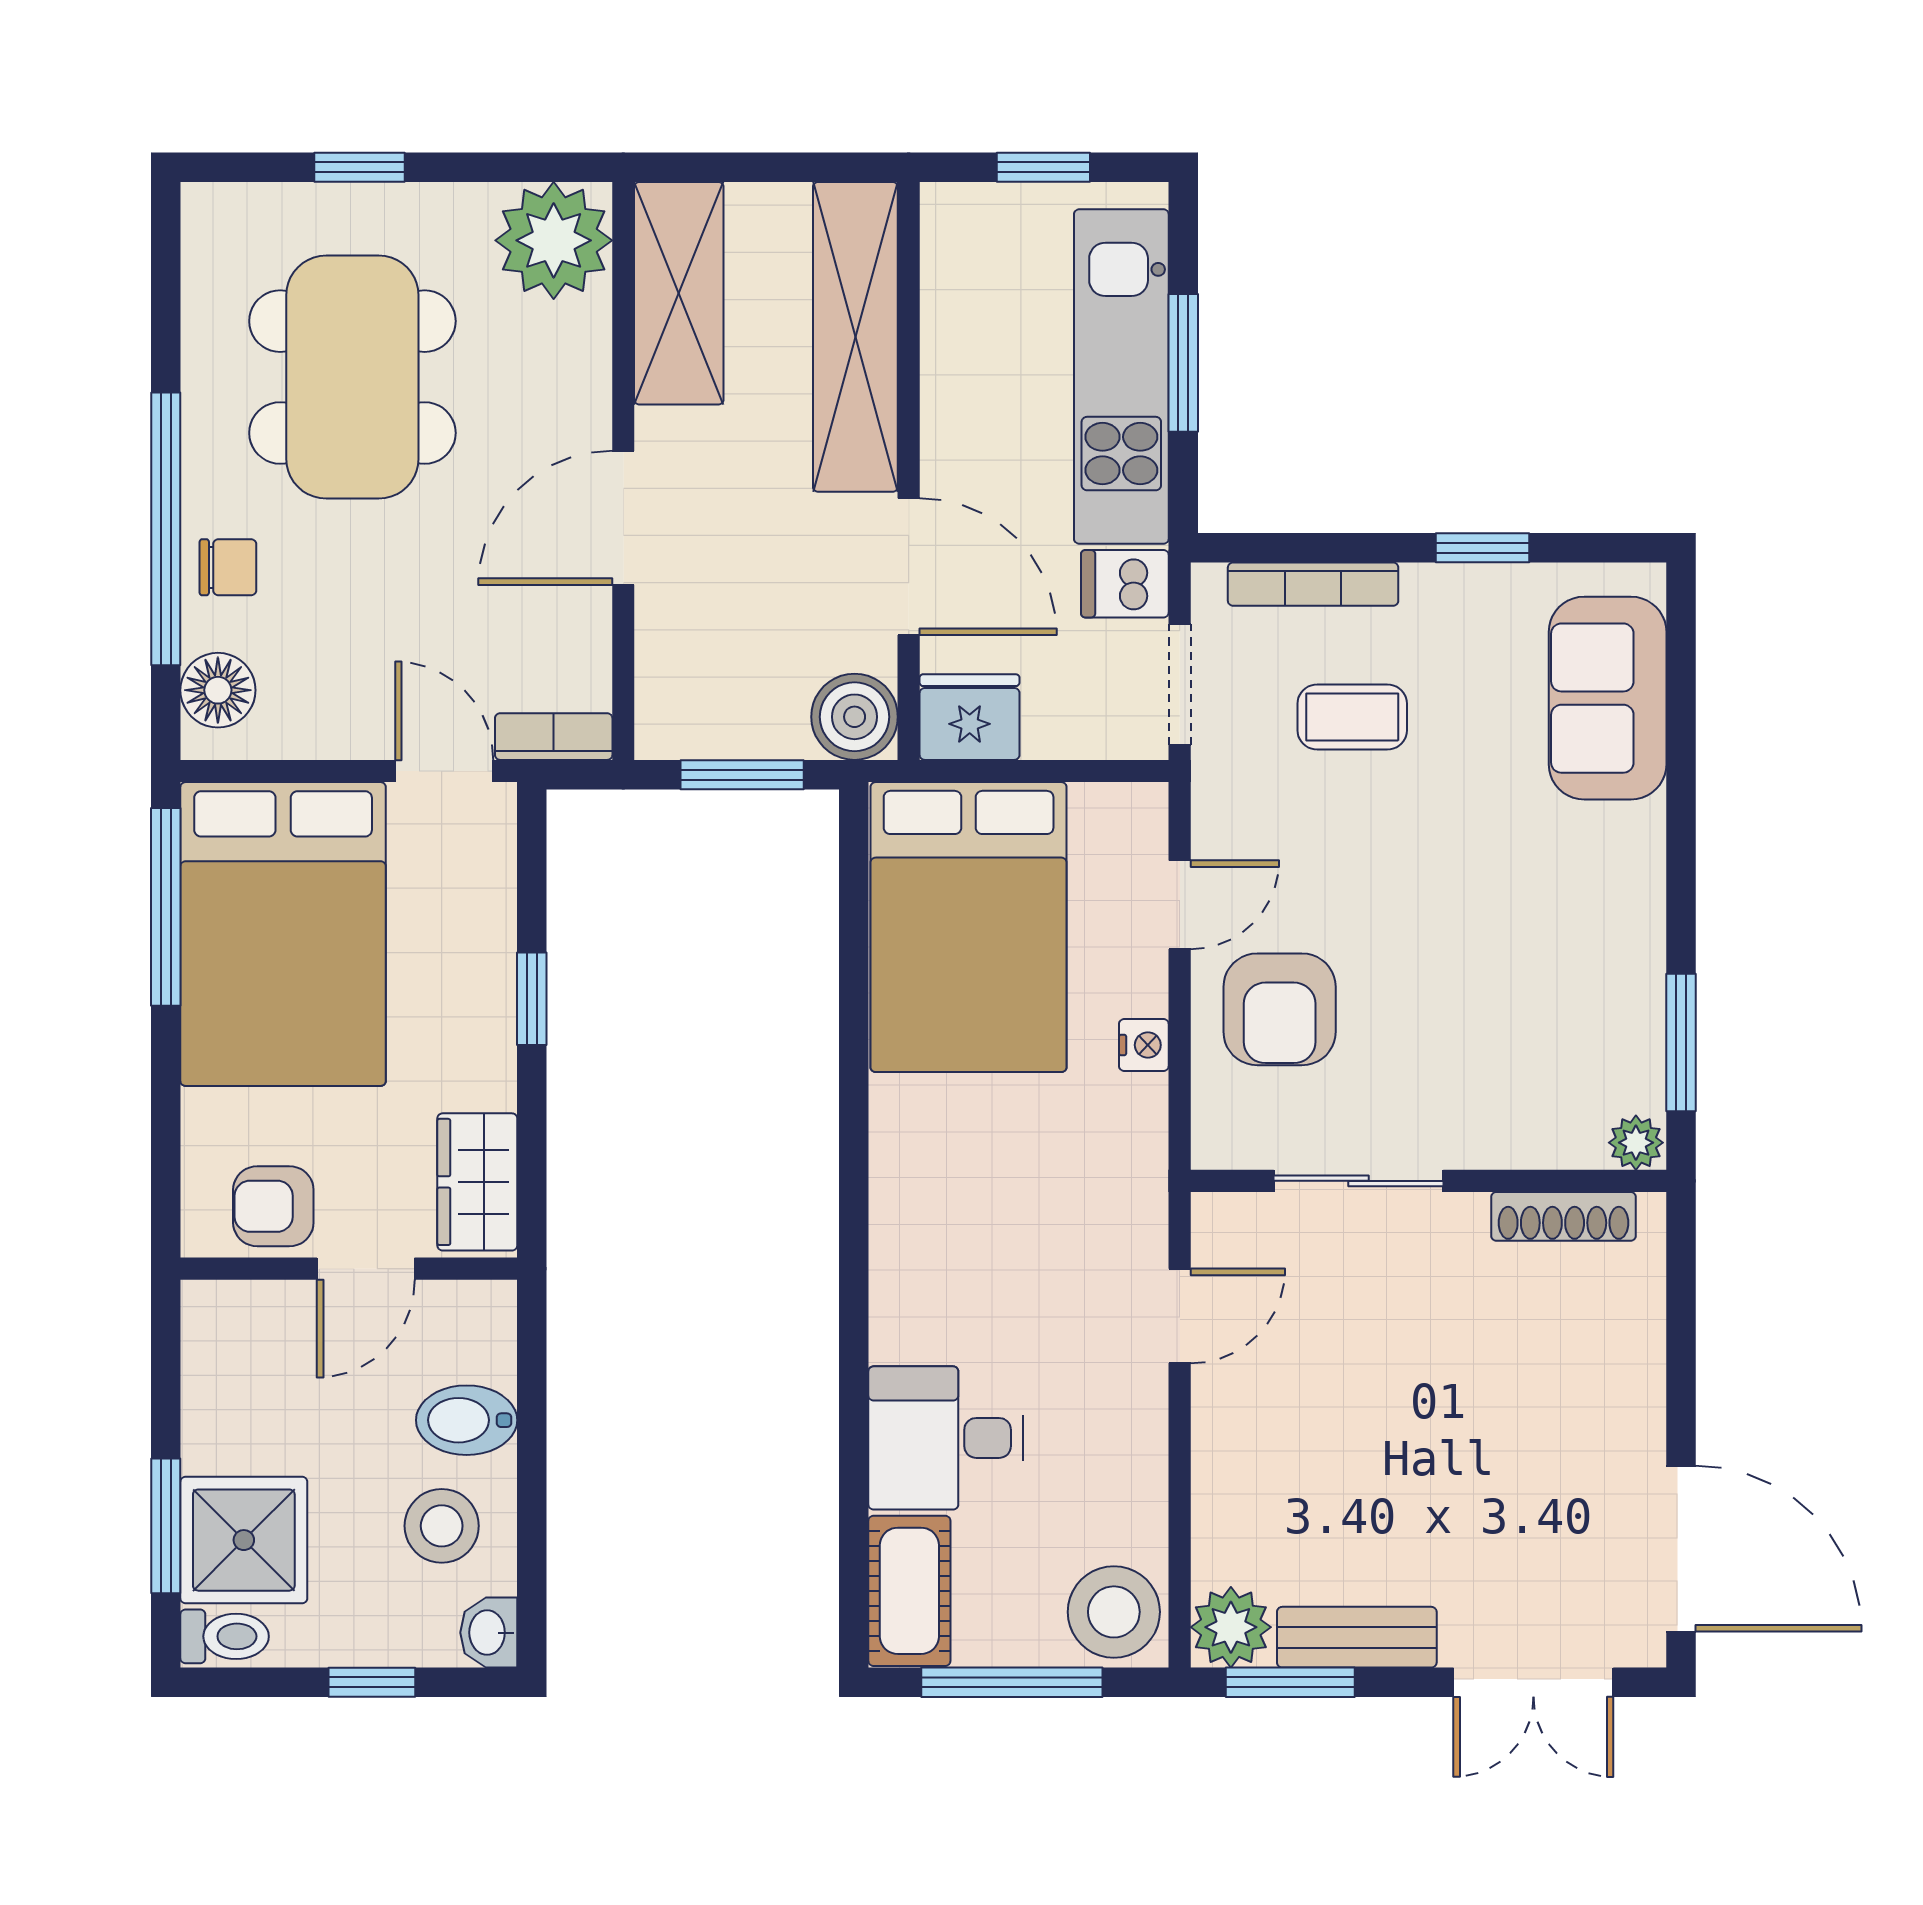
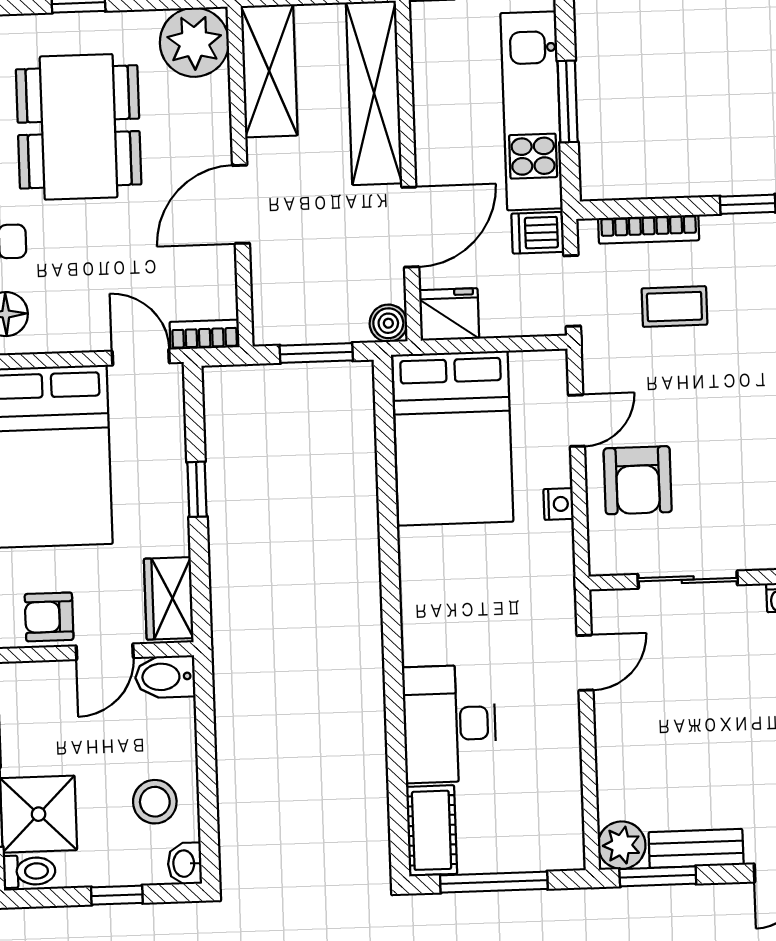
door: (909, 567) -> (410, 227), hinge flipped
boiler: (855, 717) -> (388, 323), width x0.73, depth x0.73
bidet: (467, 1420) -> (165, 677), moved
desk: (946, 1438) -> (449, 724), width x1.37
stool: (1114, 1612) -> (552, 839), removed

